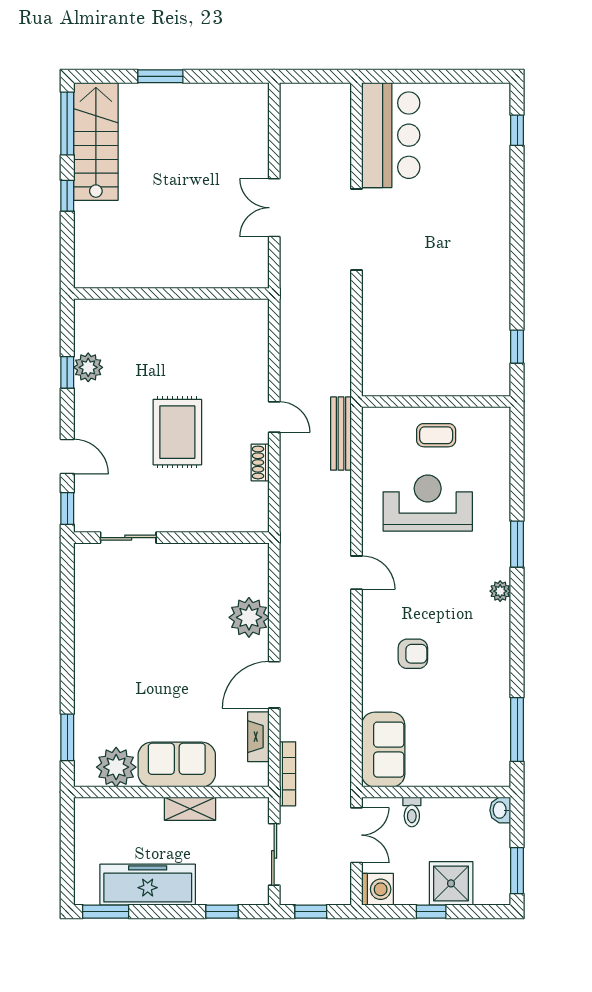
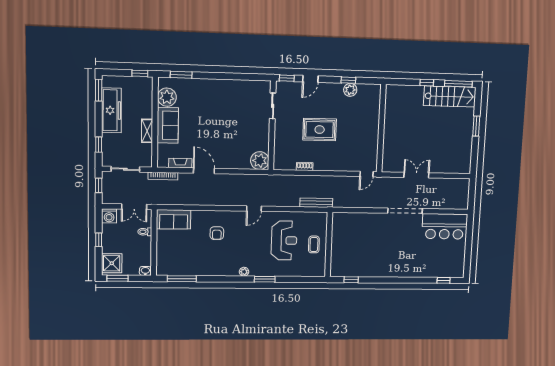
door: (274, 417) -> (366, 174), moved
plant: (249, 617) -> (260, 161), moved
window: (67, 825) -> (140, 73), added
shower: (451, 883) -> (112, 263), moved

